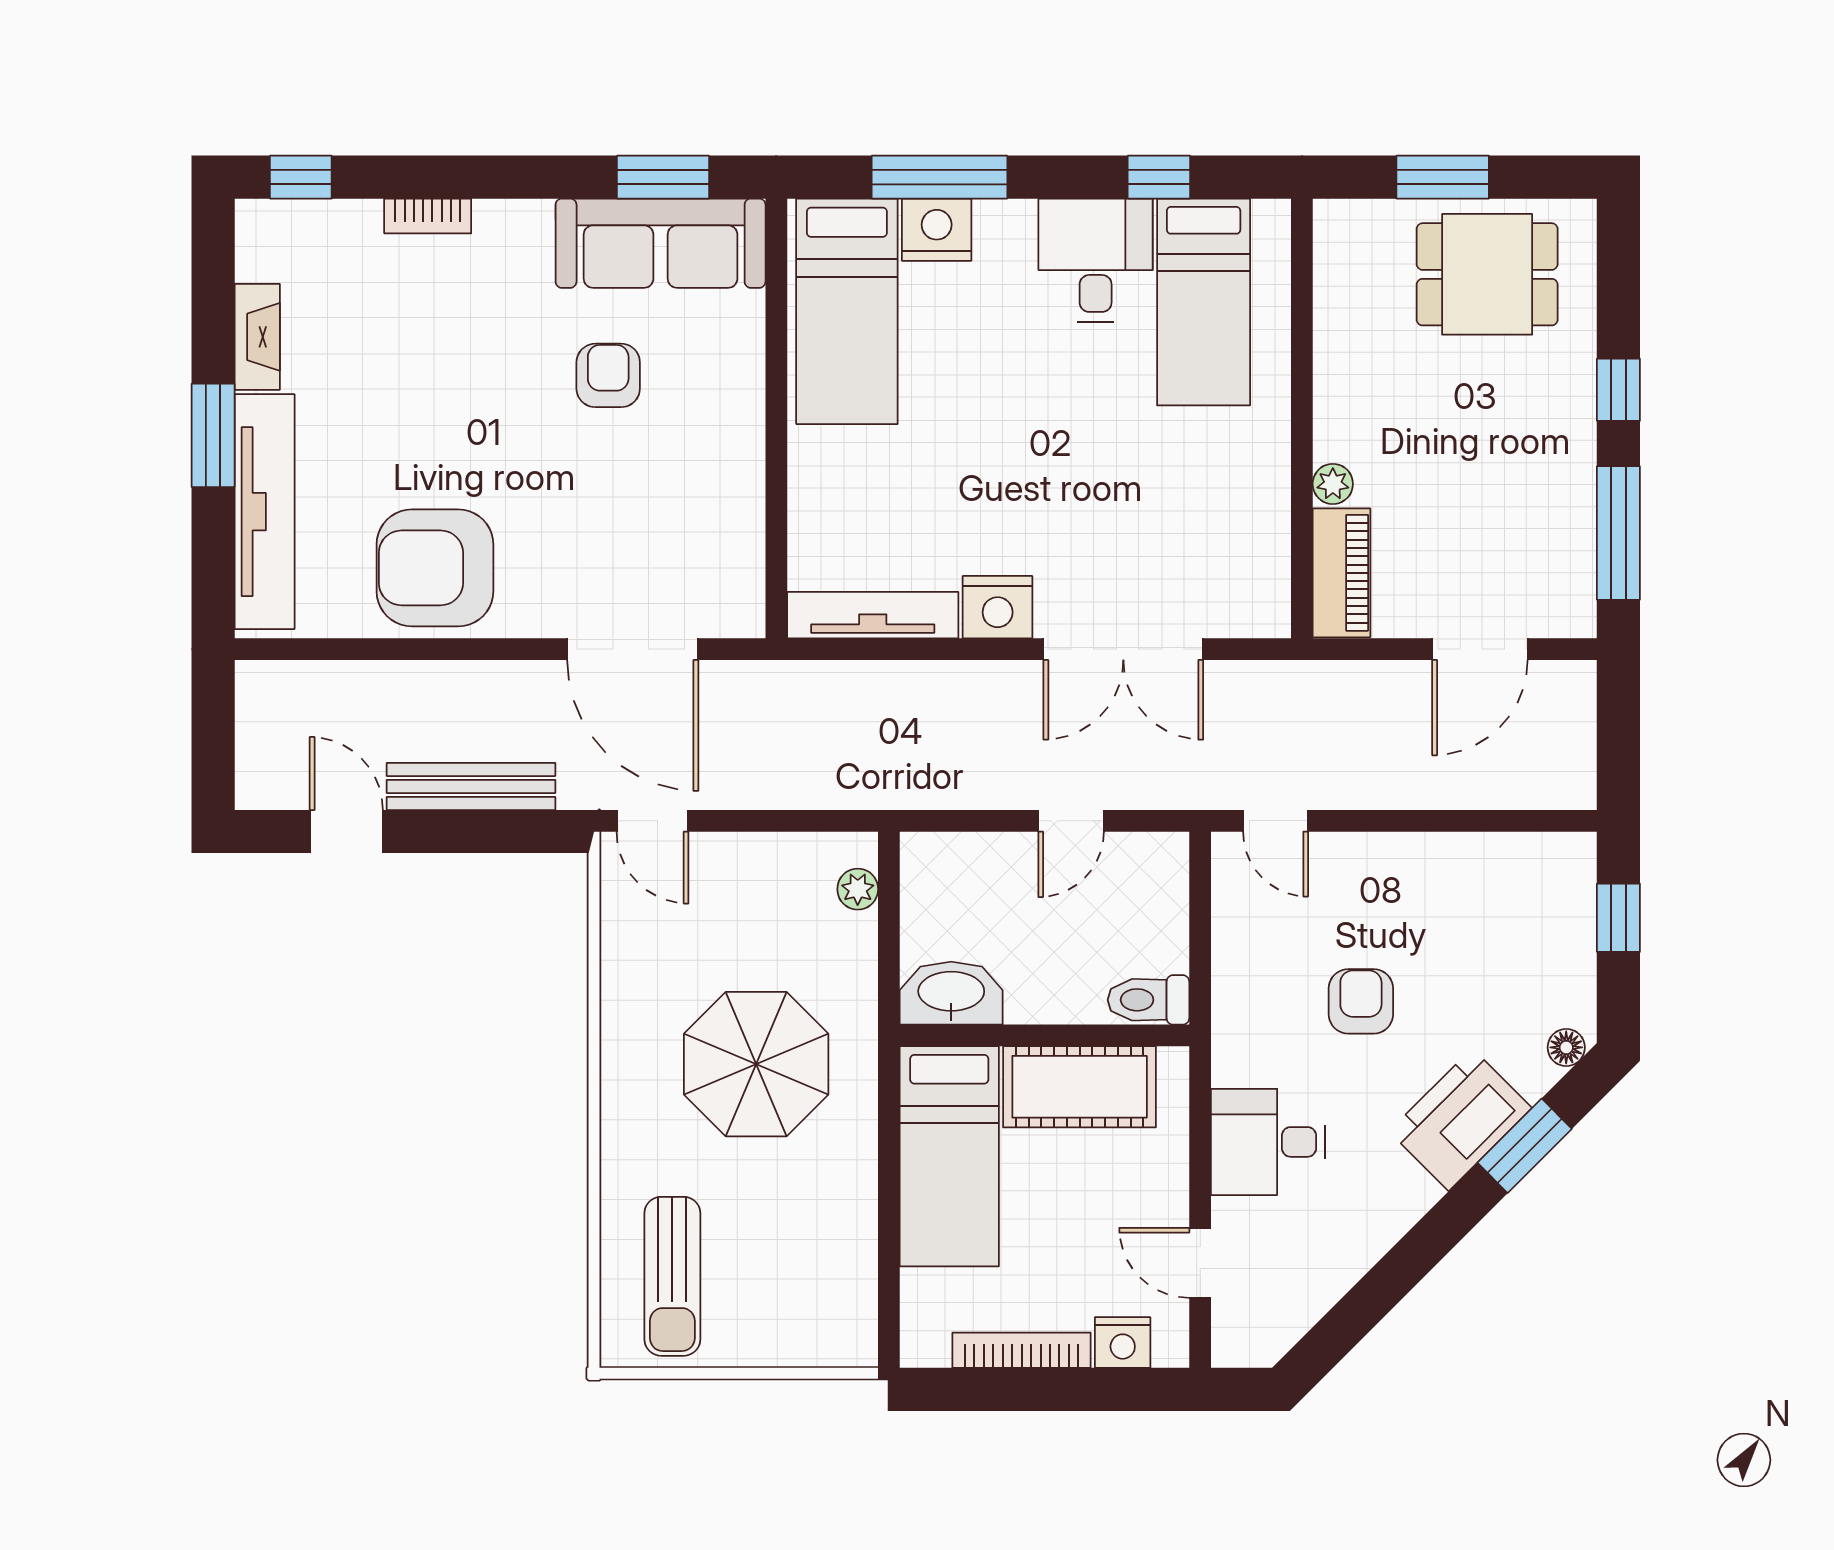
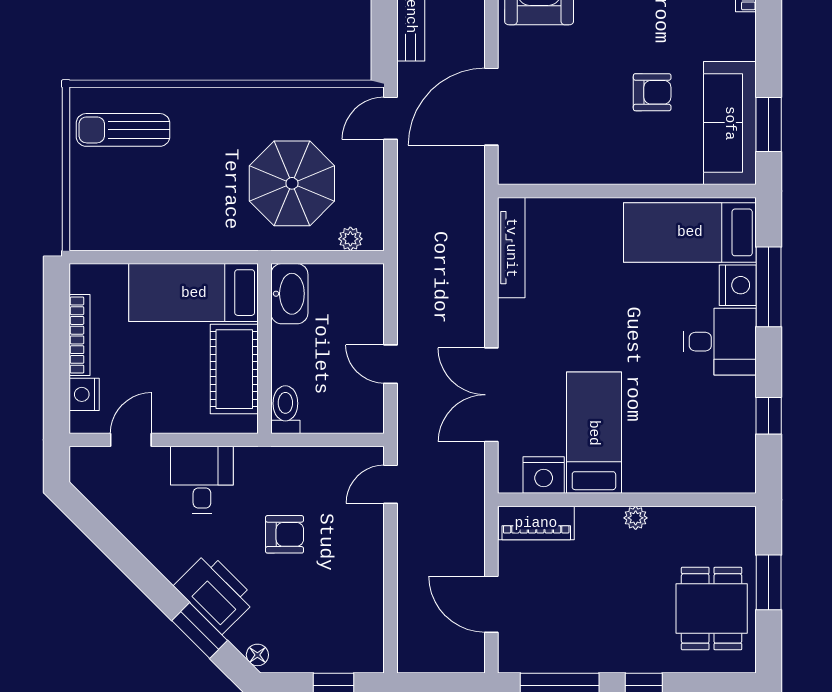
desk: (1096, 260) -> (720, 342), moved
bed: (1204, 302) -> (594, 433), moved, turned 90
plant: (1333, 484) -> (636, 518), moved
nightstand: (998, 607) -> (544, 475), moved, turned -90
parasol: (756, 1064) -> (292, 183), moved

